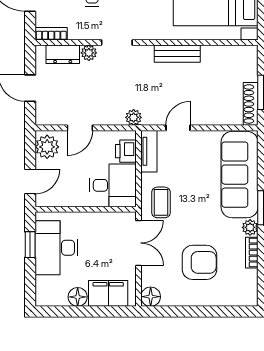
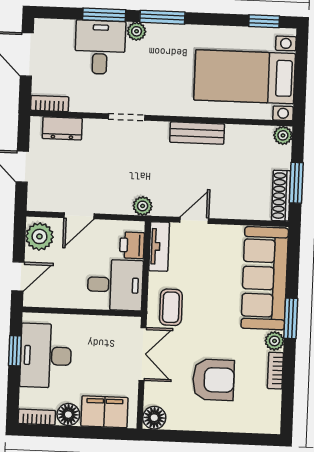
plant: (89, 53) -> (283, 135), moved
bookcase: (51, 300) -> (37, 417), added

